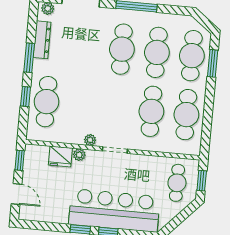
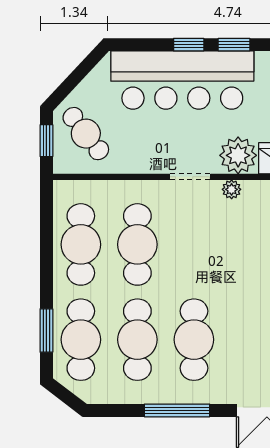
plant: (79, 155) -> (238, 155), width x1.88, depth x1.88
cafe table: (177, 183) -> (86, 134), turned -38

